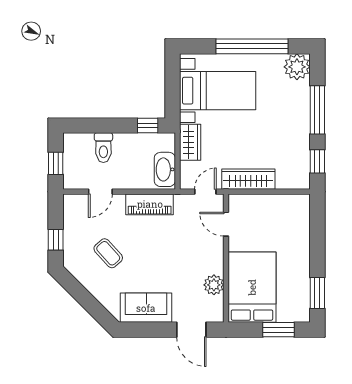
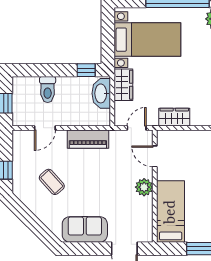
washbasin: (165, 169) -> (101, 93), moved
wardrobe: (248, 179) -> (174, 117), width x0.67
plant: (214, 285) -> (144, 187), moved
bed: (252, 287) -> (171, 212), width x0.67

